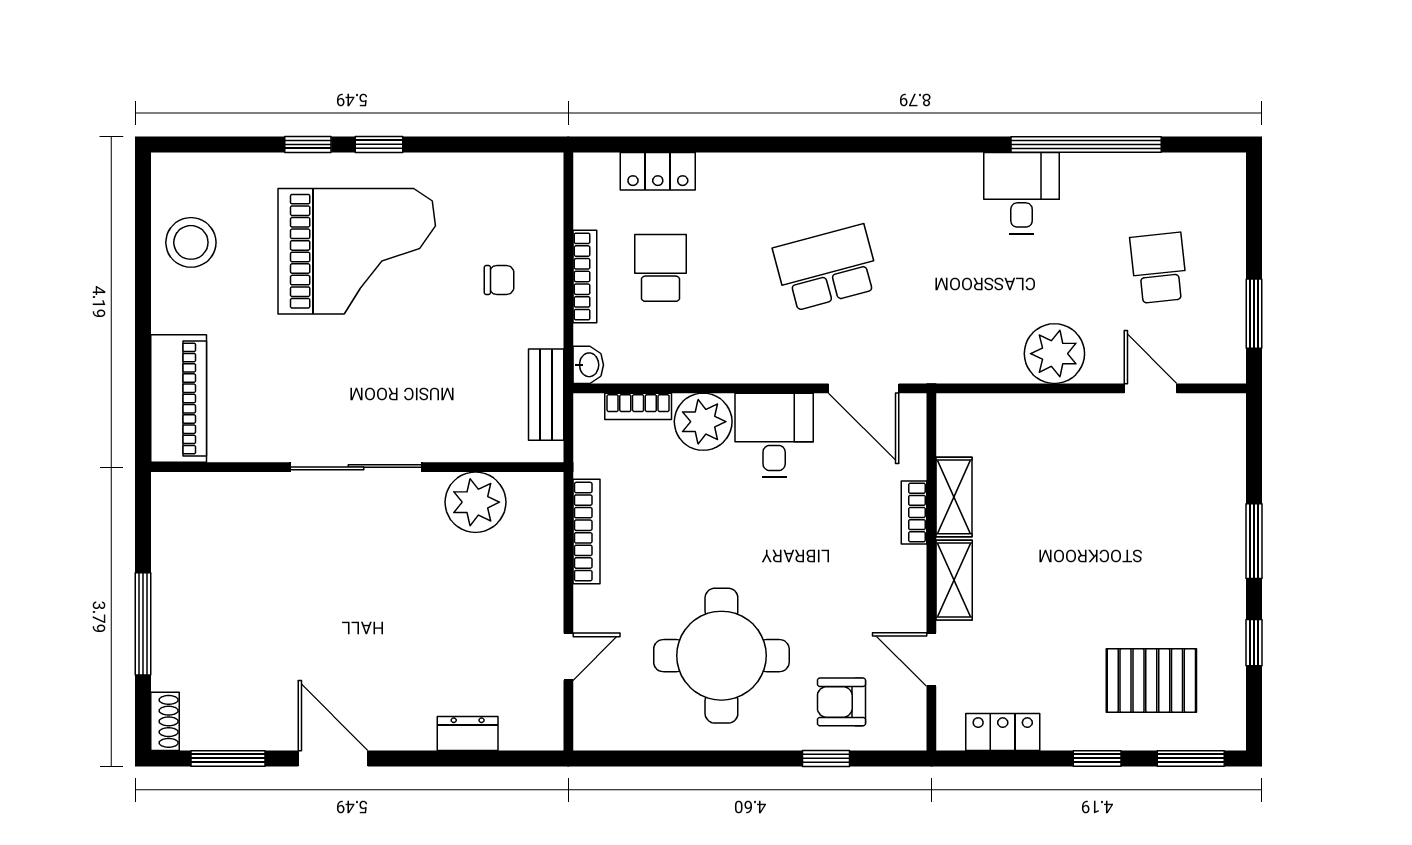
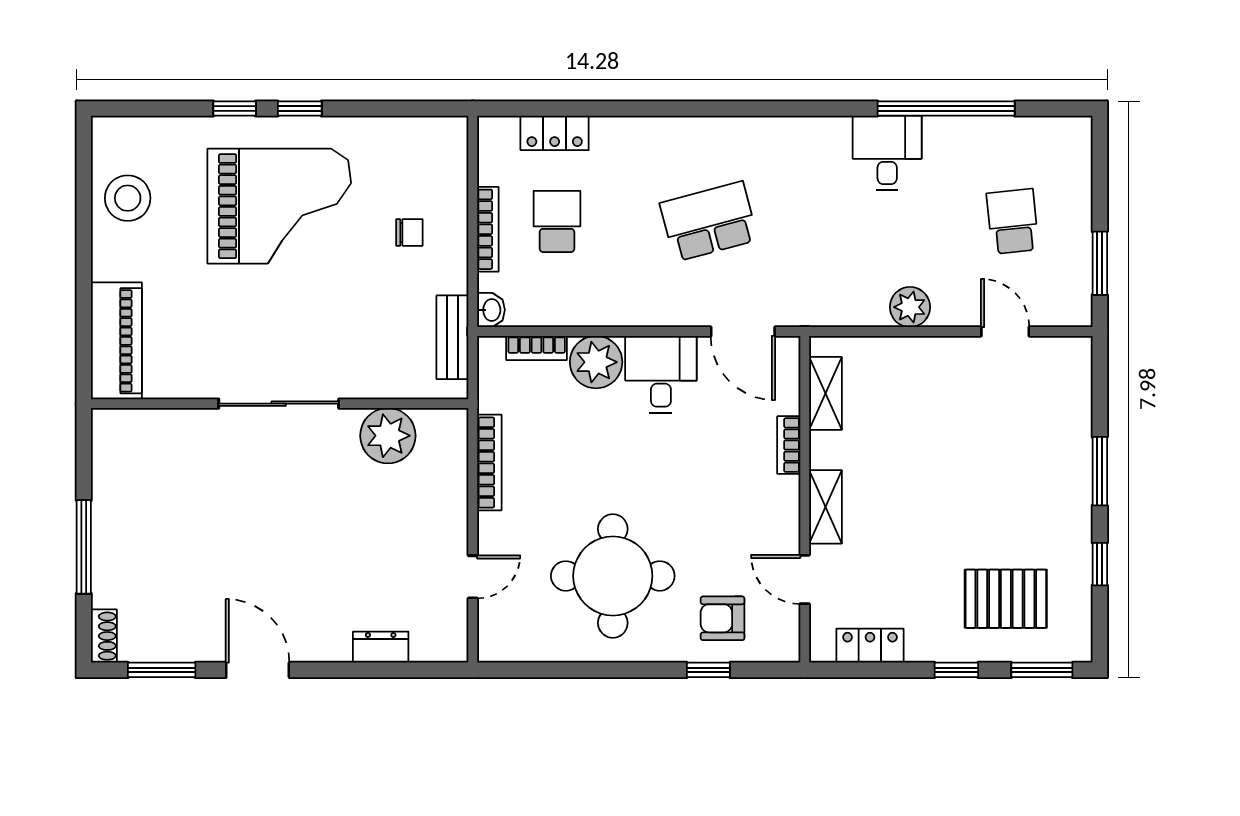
plant: (1054, 354) -> (910, 307), width x0.73, depth x0.73
shelving: (954, 497) -> (825, 393), moved

